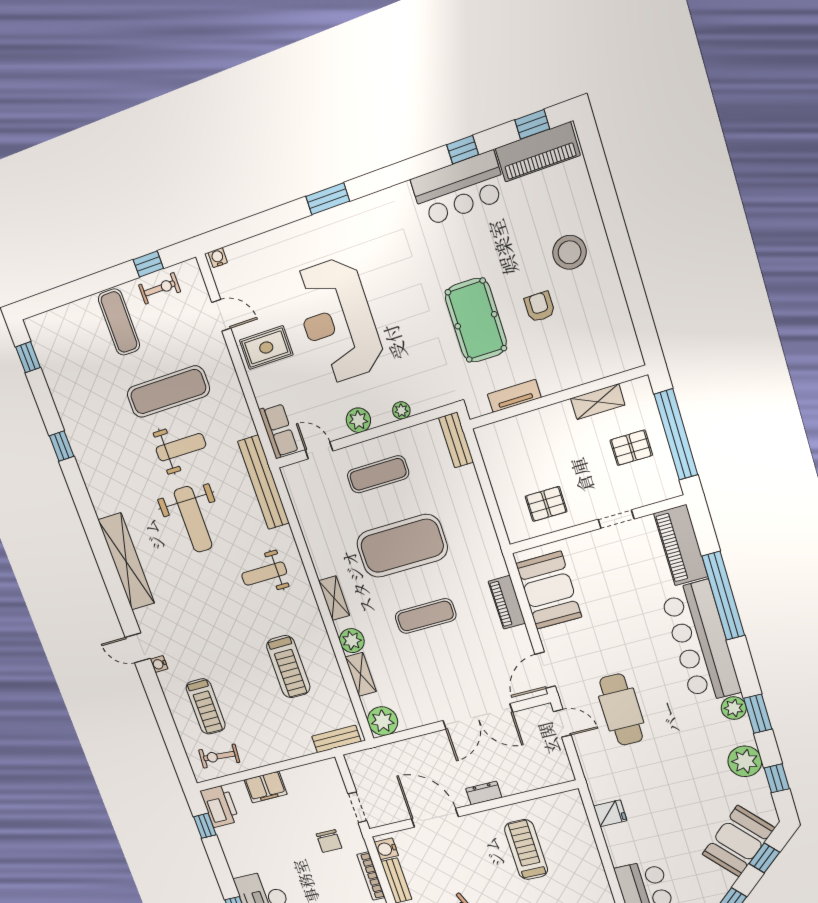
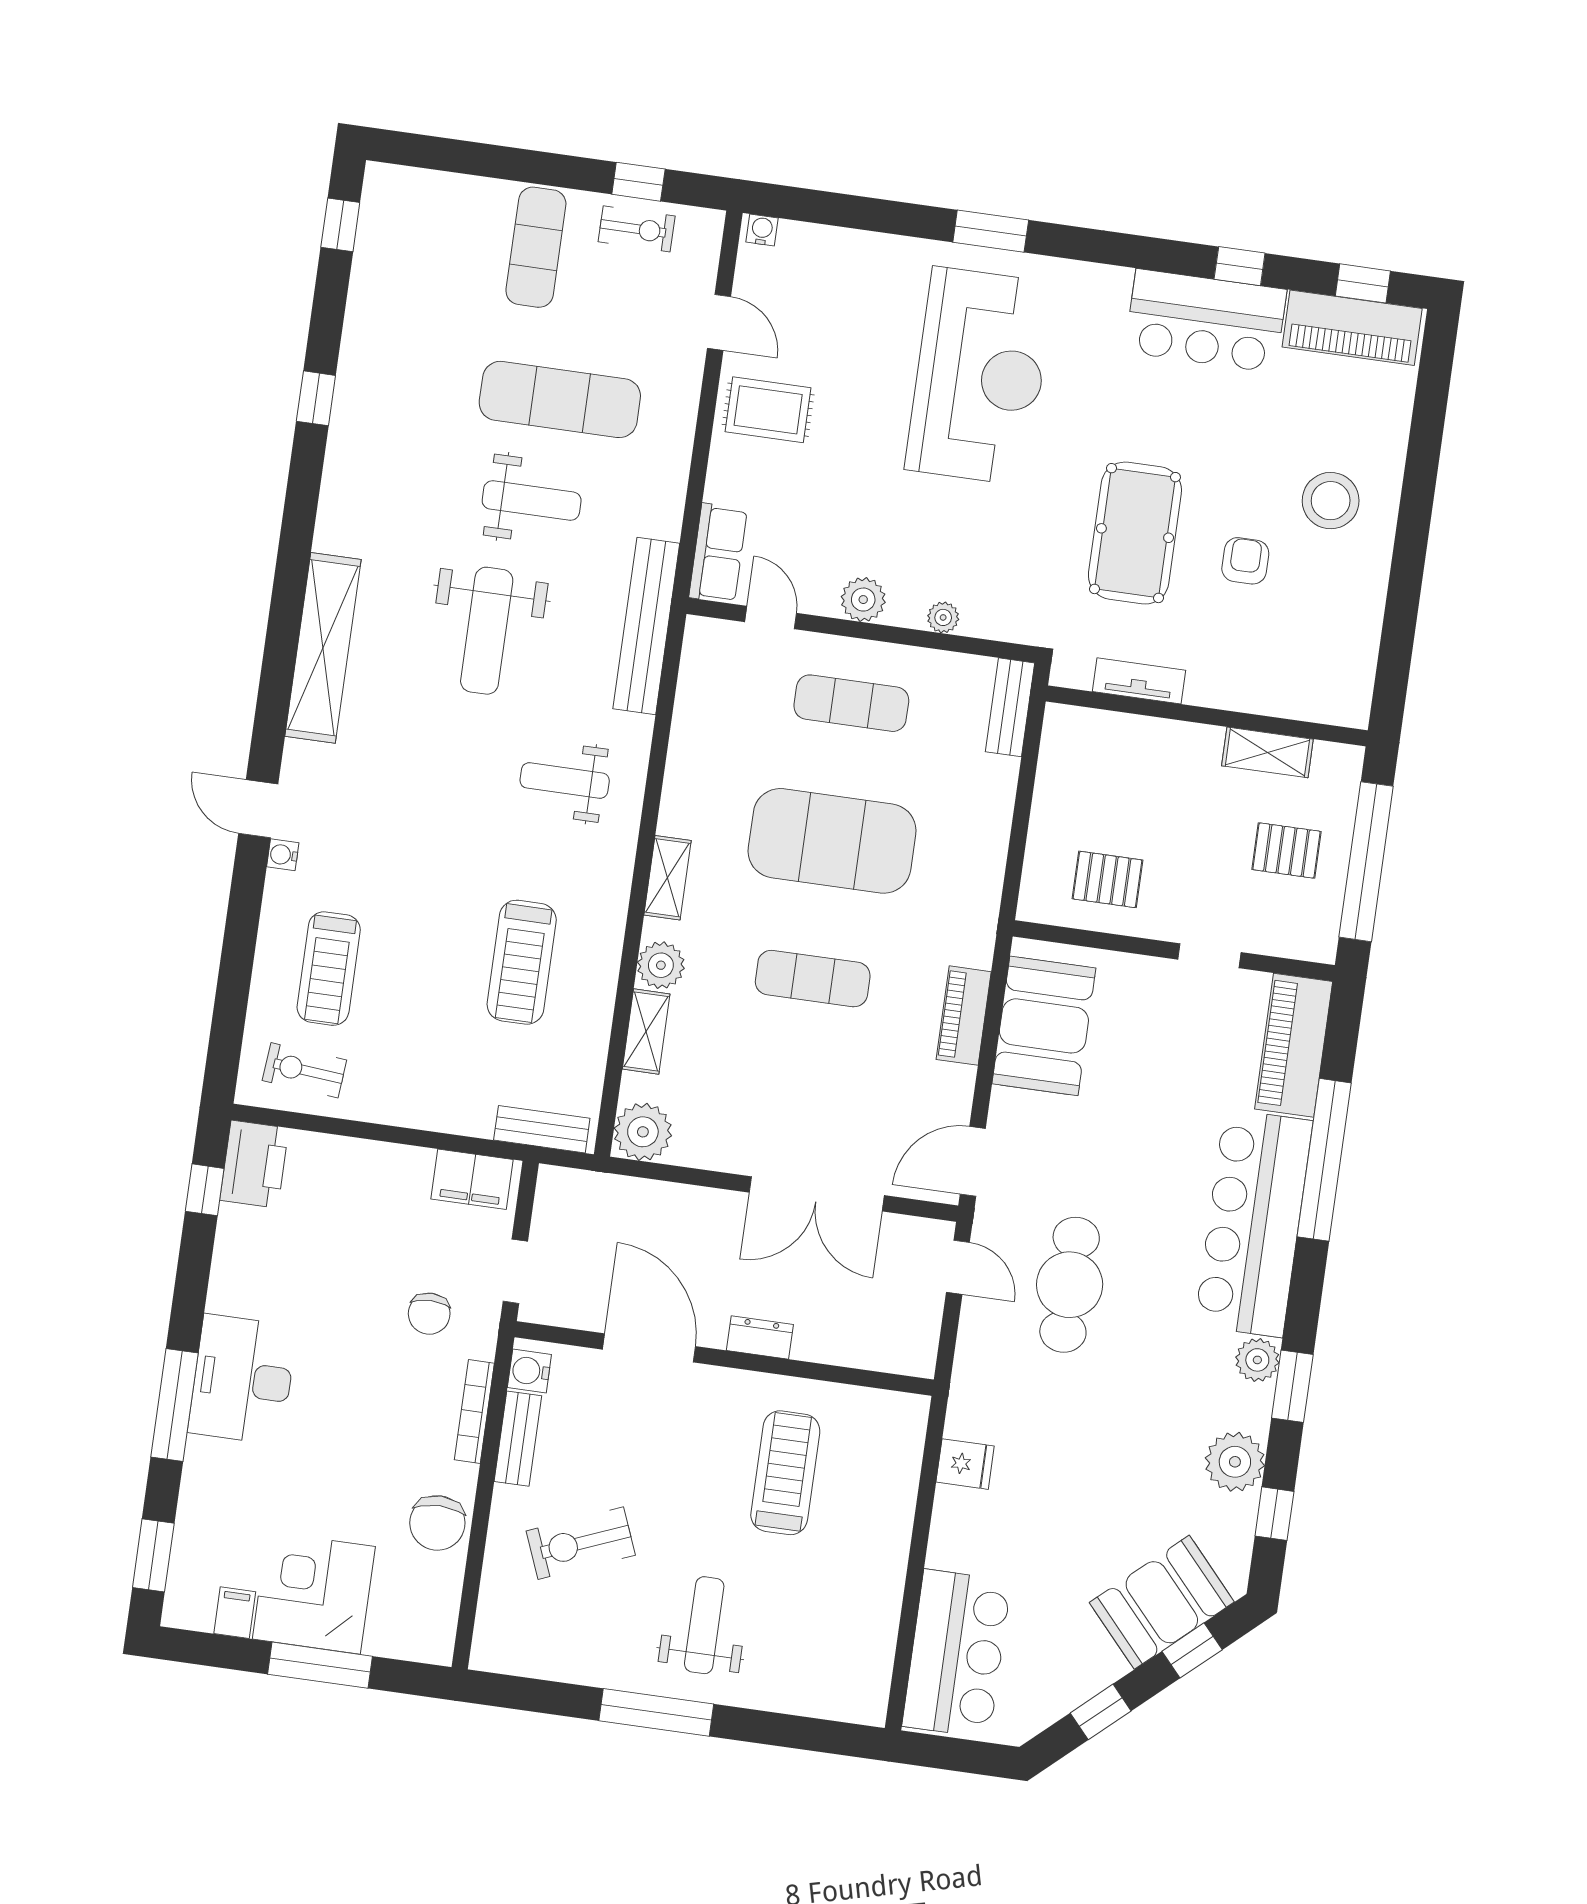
reception desk: (338, 321) -> (979, 376), moved, turned 180
filing cabinet: (266, 787) -> (472, 1179), moved

